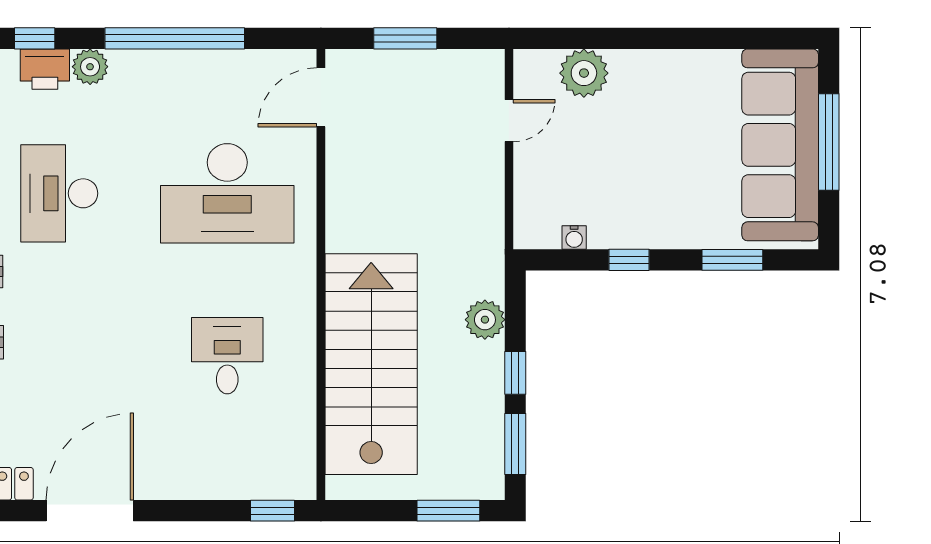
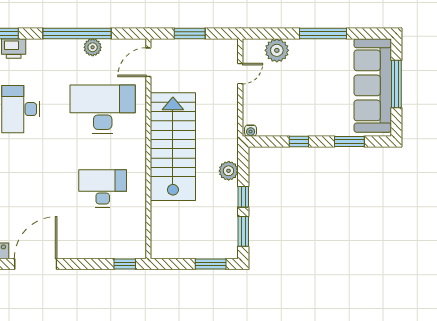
window: (679, 38) -> (323, 33), added
plant: (90, 67) -> (93, 47), moved
desk: (227, 193) -> (103, 109), turned 180
water cooler: (574, 237) -> (251, 131), moved
desk: (227, 356) -> (103, 188), width x1.37
stairs: (371, 364) -> (173, 147), moved

